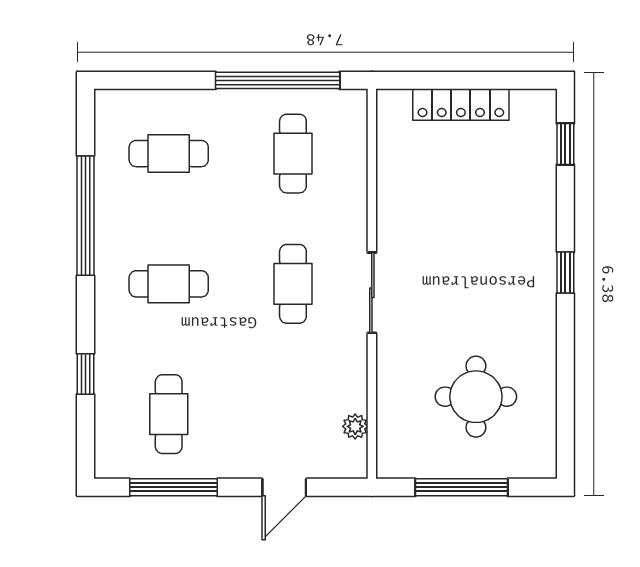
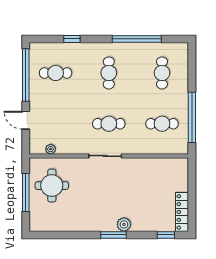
locker: (461, 105) -> (182, 212), moved
plant: (540, 247) -> (124, 224), added
window: (565, 272) -> (113, 235), width x1.50
round table: (476, 397) -> (52, 186), moved
window: (174, 487) -> (26, 75), width x1.46

